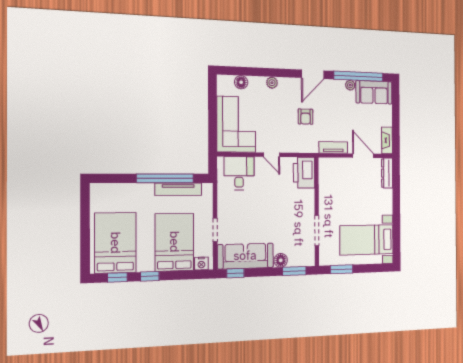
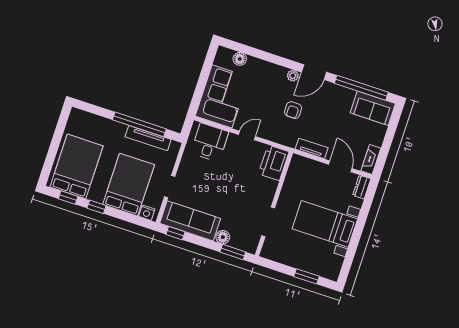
plant: (272, 83) -> (293, 76), moved
plant: (350, 85) -> (350, 94), removed
door: (272, 155) -> (247, 135), swing flipped
dresser: (387, 173) -> (362, 187), width x0.70
bed with nightstands: (367, 240) -> (325, 224), moved
window: (342, 269) -> (306, 276), moved

